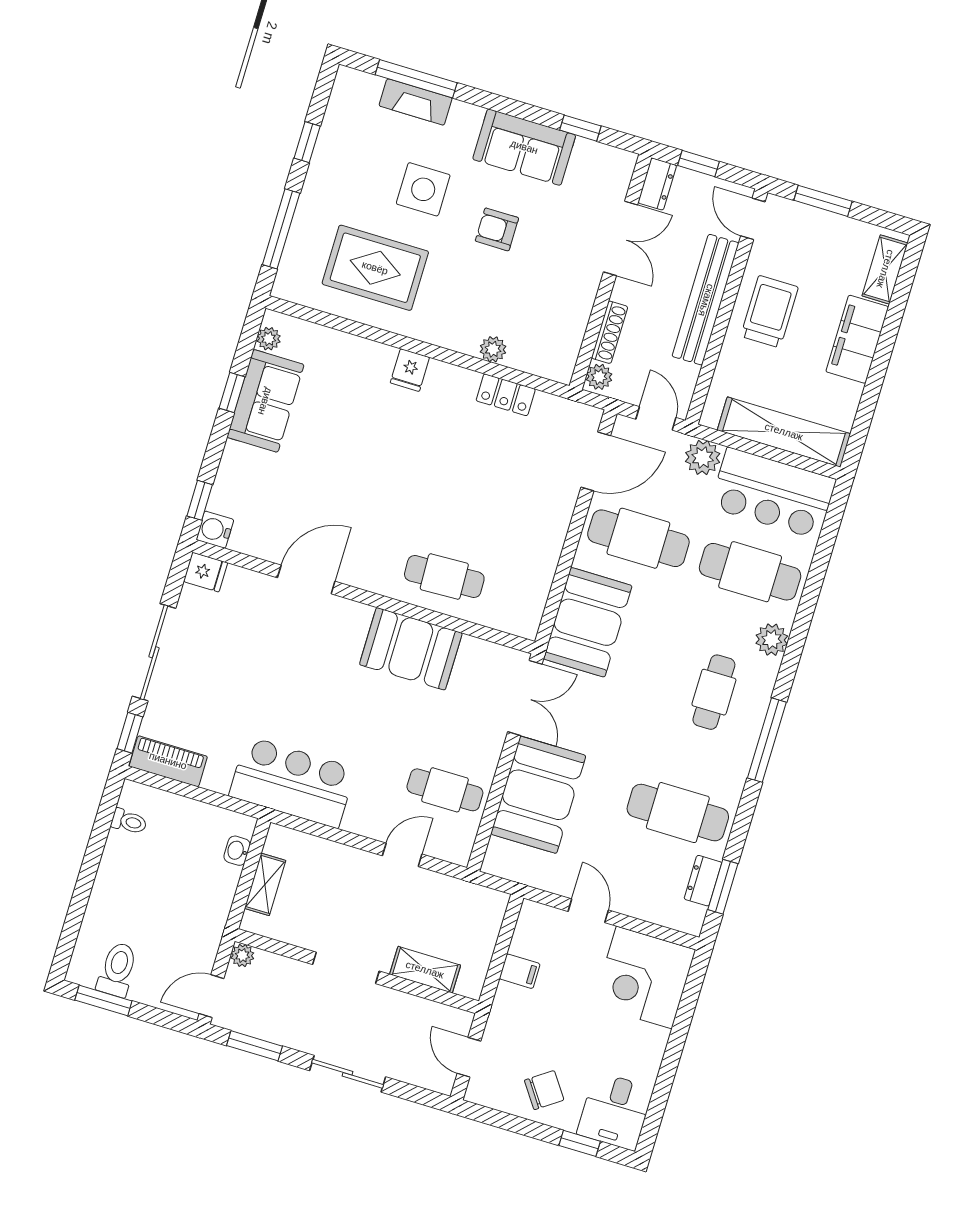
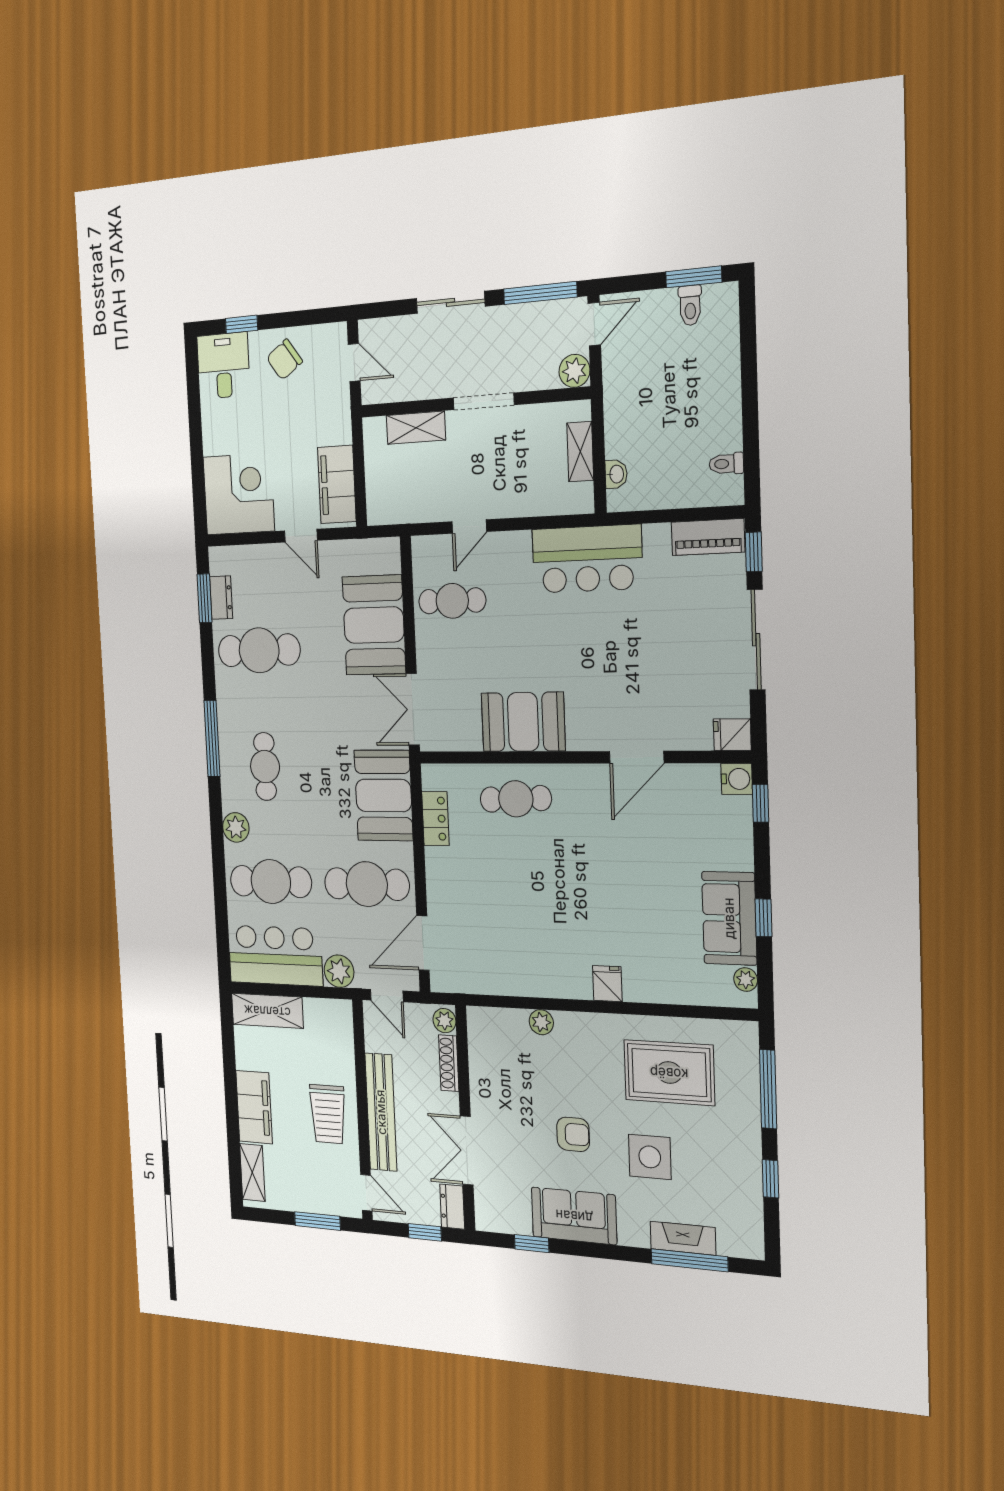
locker: (506, 395) -> (435, 819), moved, turned 90
shelving: (784, 432) -> (267, 1011), width x0.68
plant: (242, 955) -> (574, 371), width x1.38, depth x1.38
toilet: (117, 969) -> (690, 305), width x0.73, depth x0.72
filing cabinet: (520, 971) -> (337, 484), width x3.00, depth x1.17
window: (254, 1046) -> (540, 293), width x1.44

